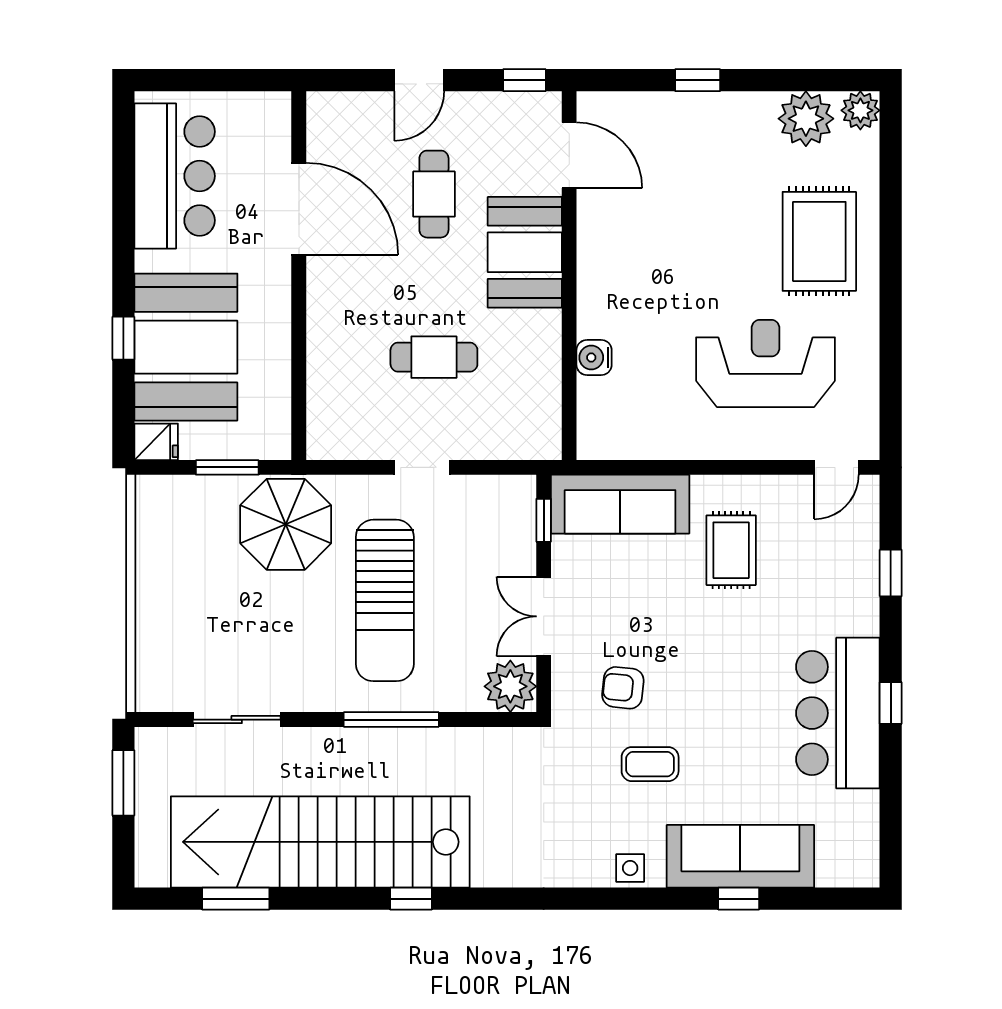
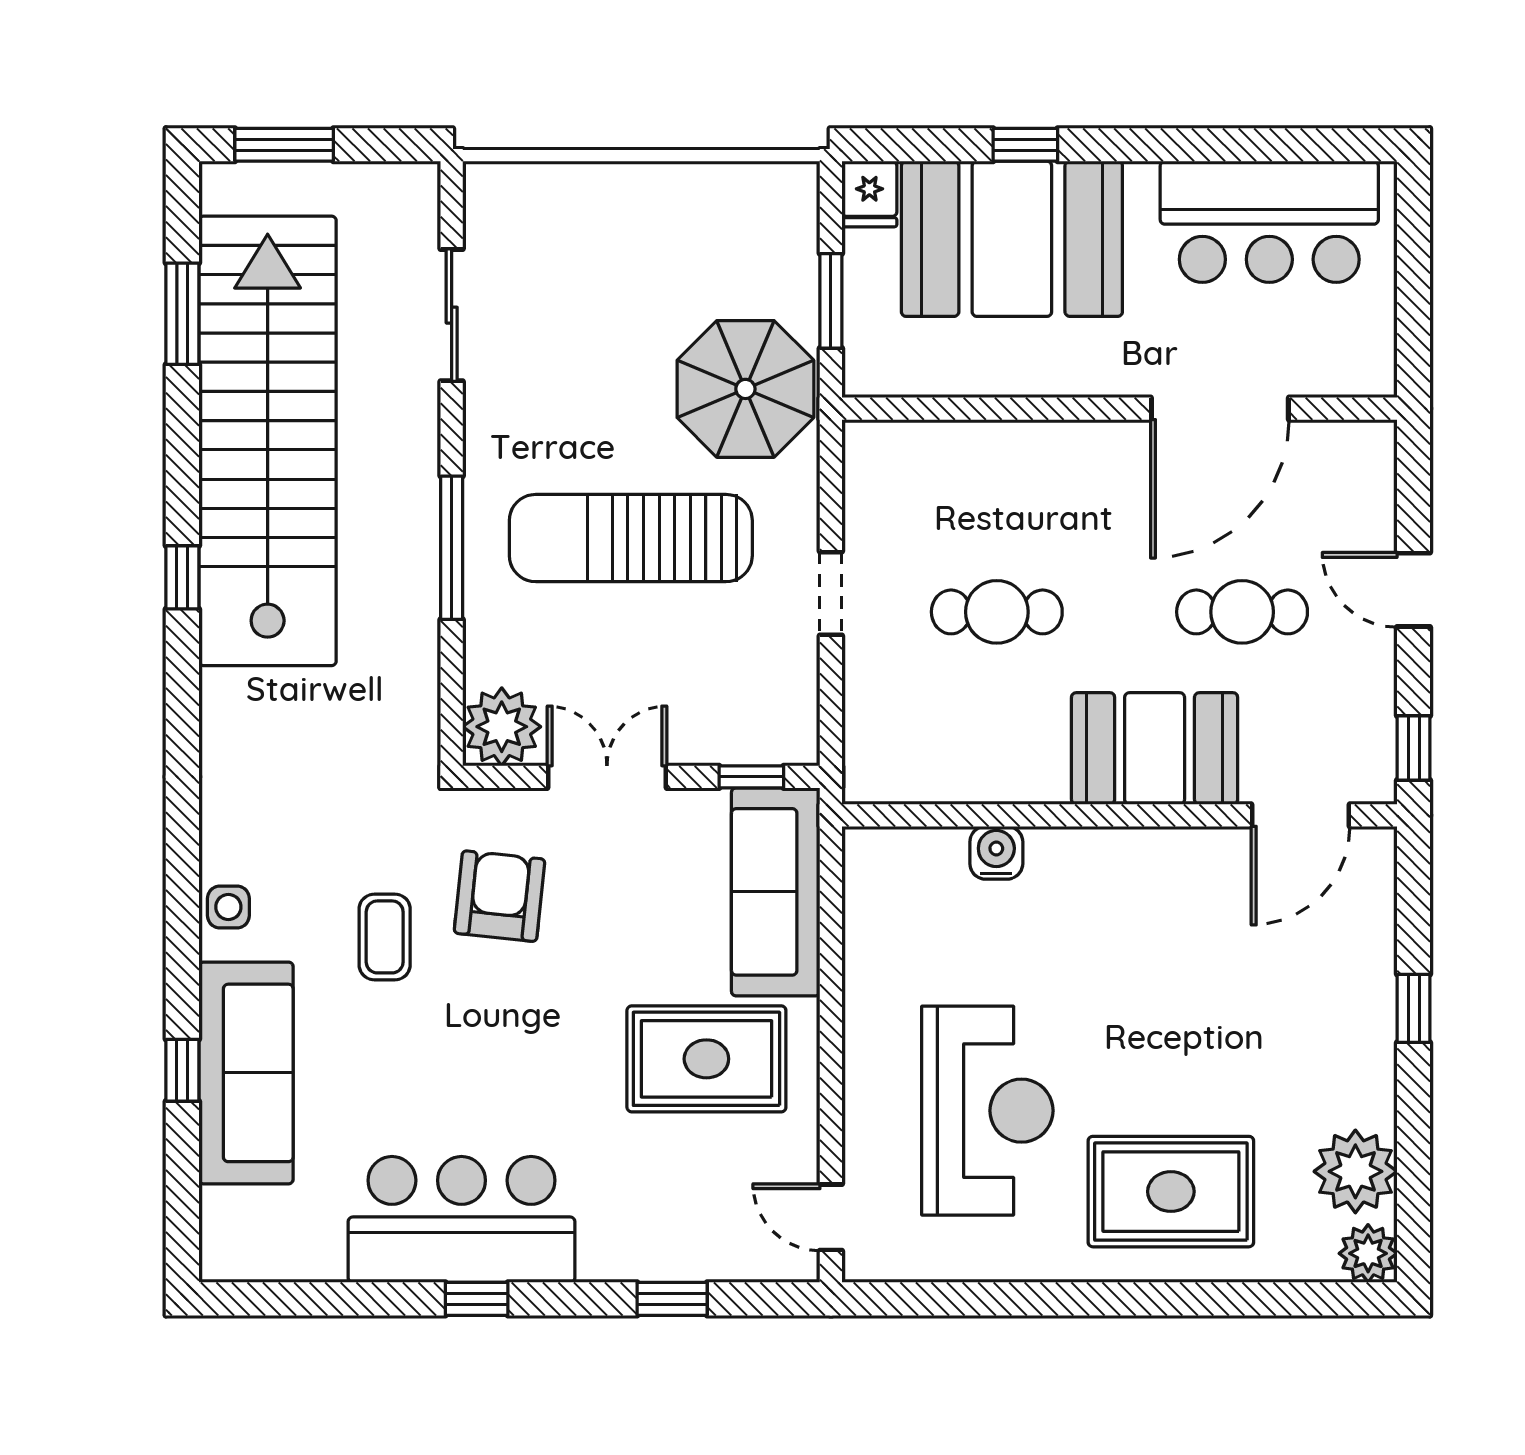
cafe table: (434, 357) -> (997, 612), turned 90
rug: (731, 550) -> (706, 1059), width x1.36, depth x1.43
armchair: (623, 688) -> (500, 896), width x1.38, depth x1.38
window: (123, 783) -> (284, 145), moved

